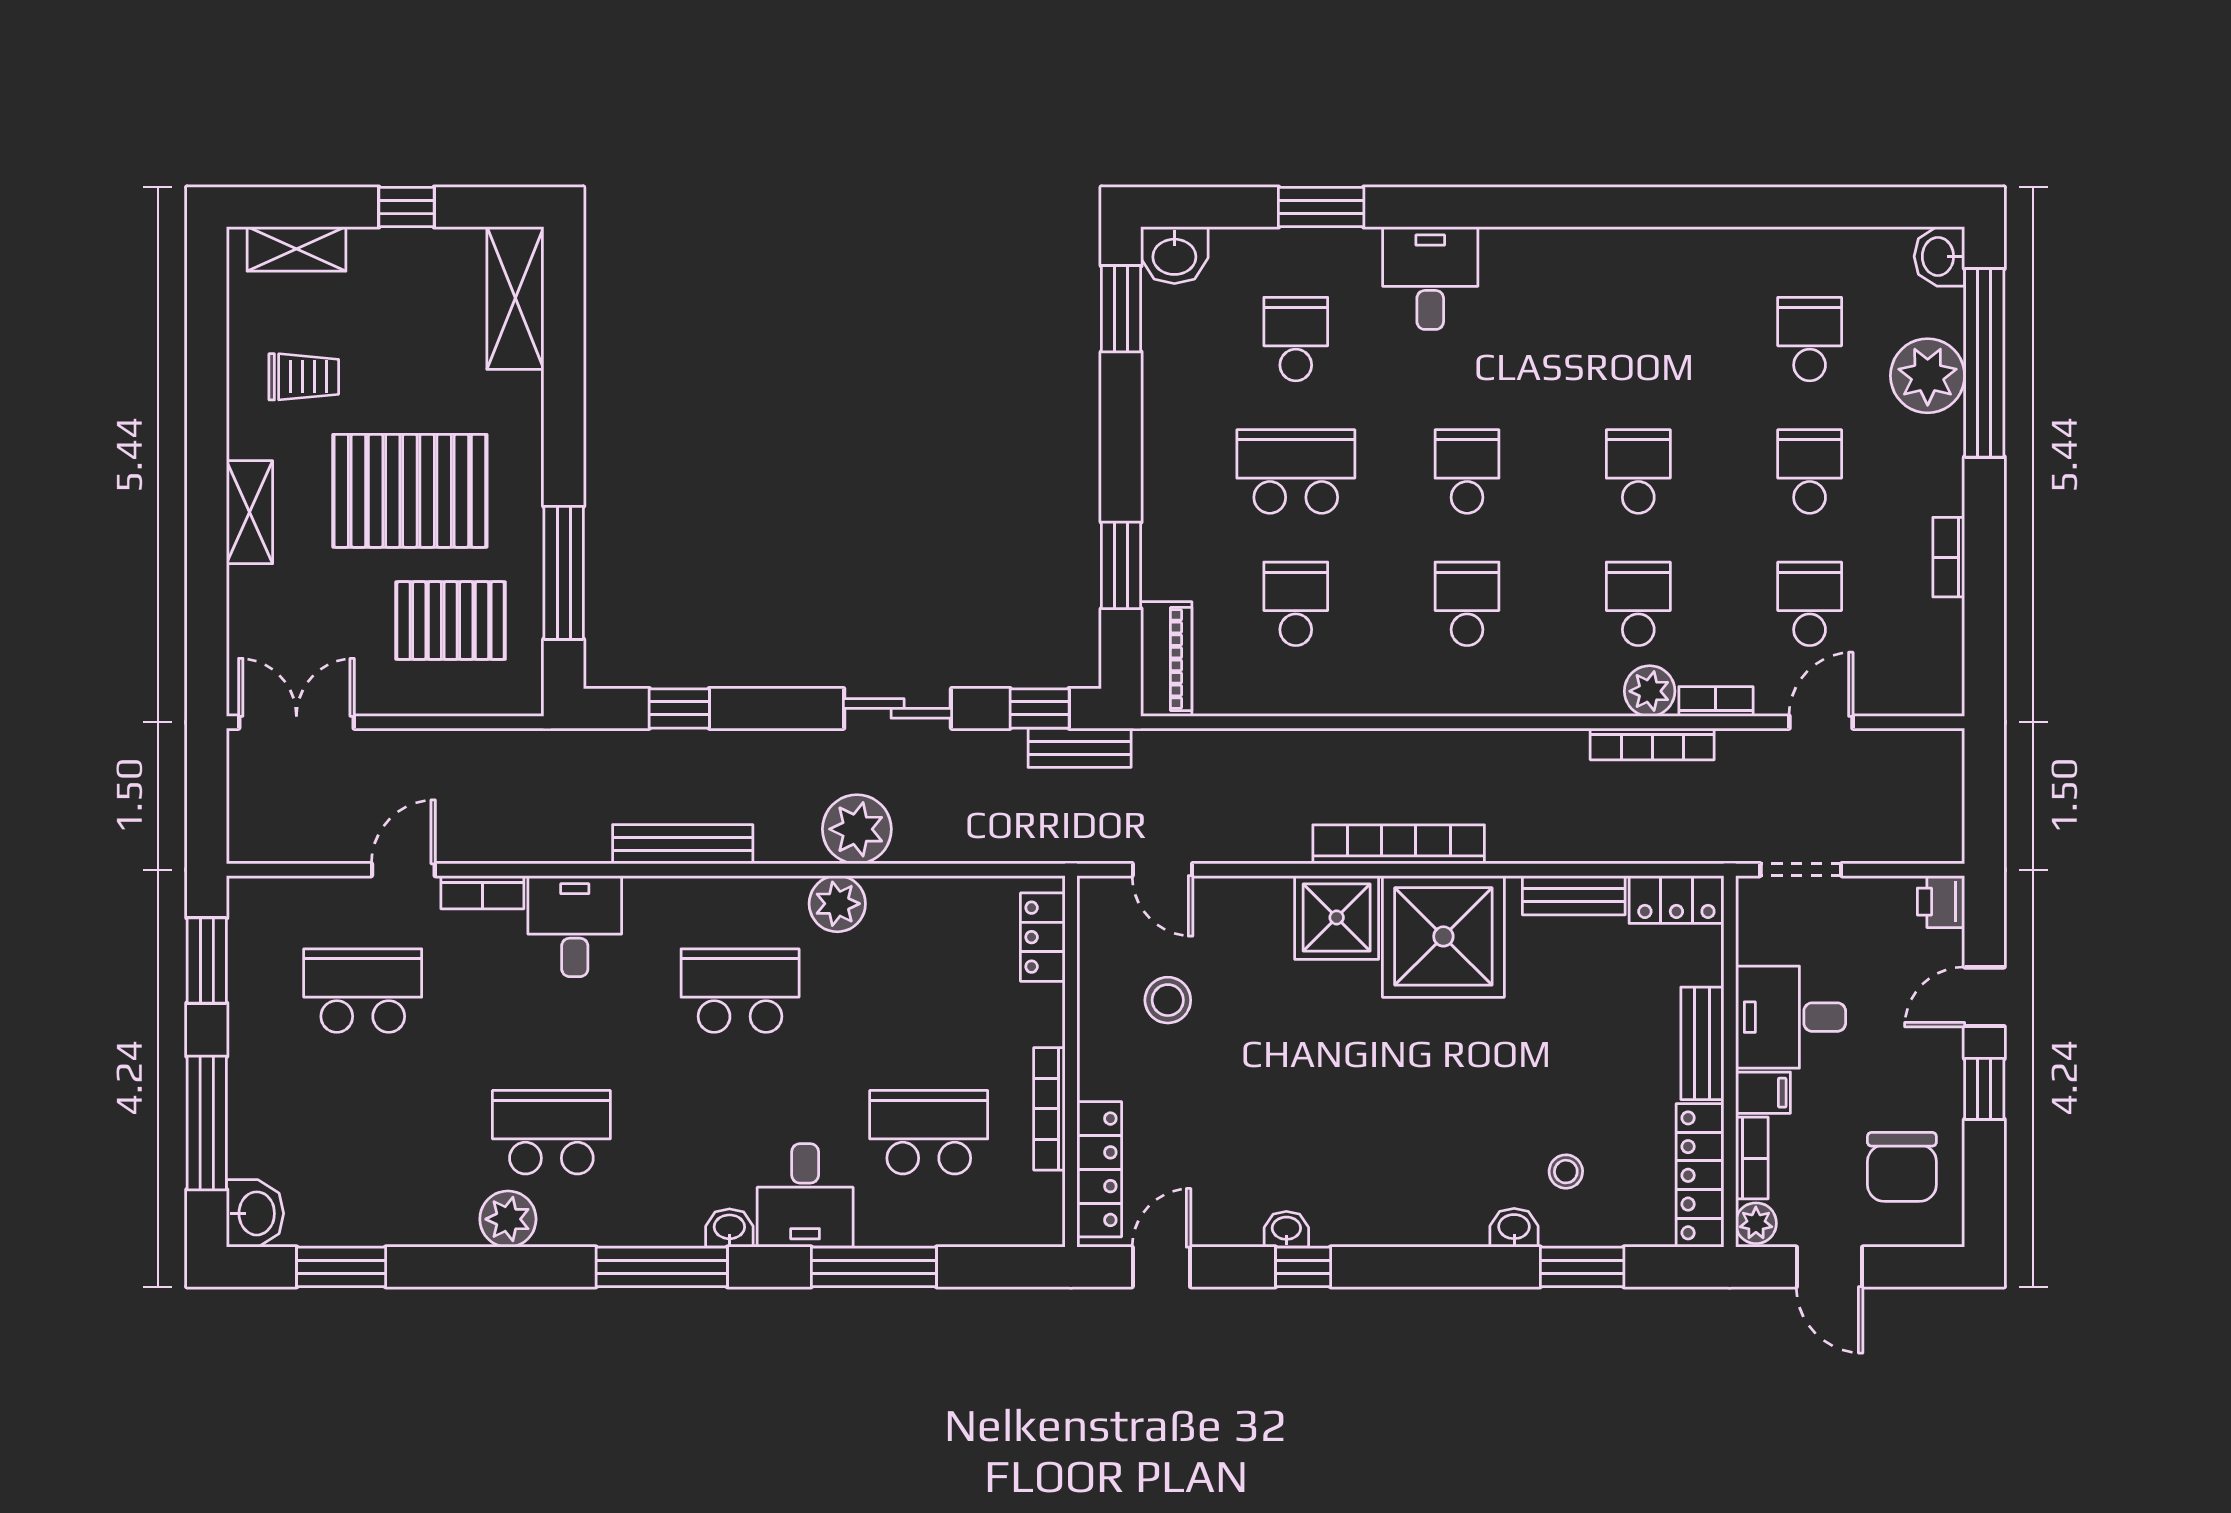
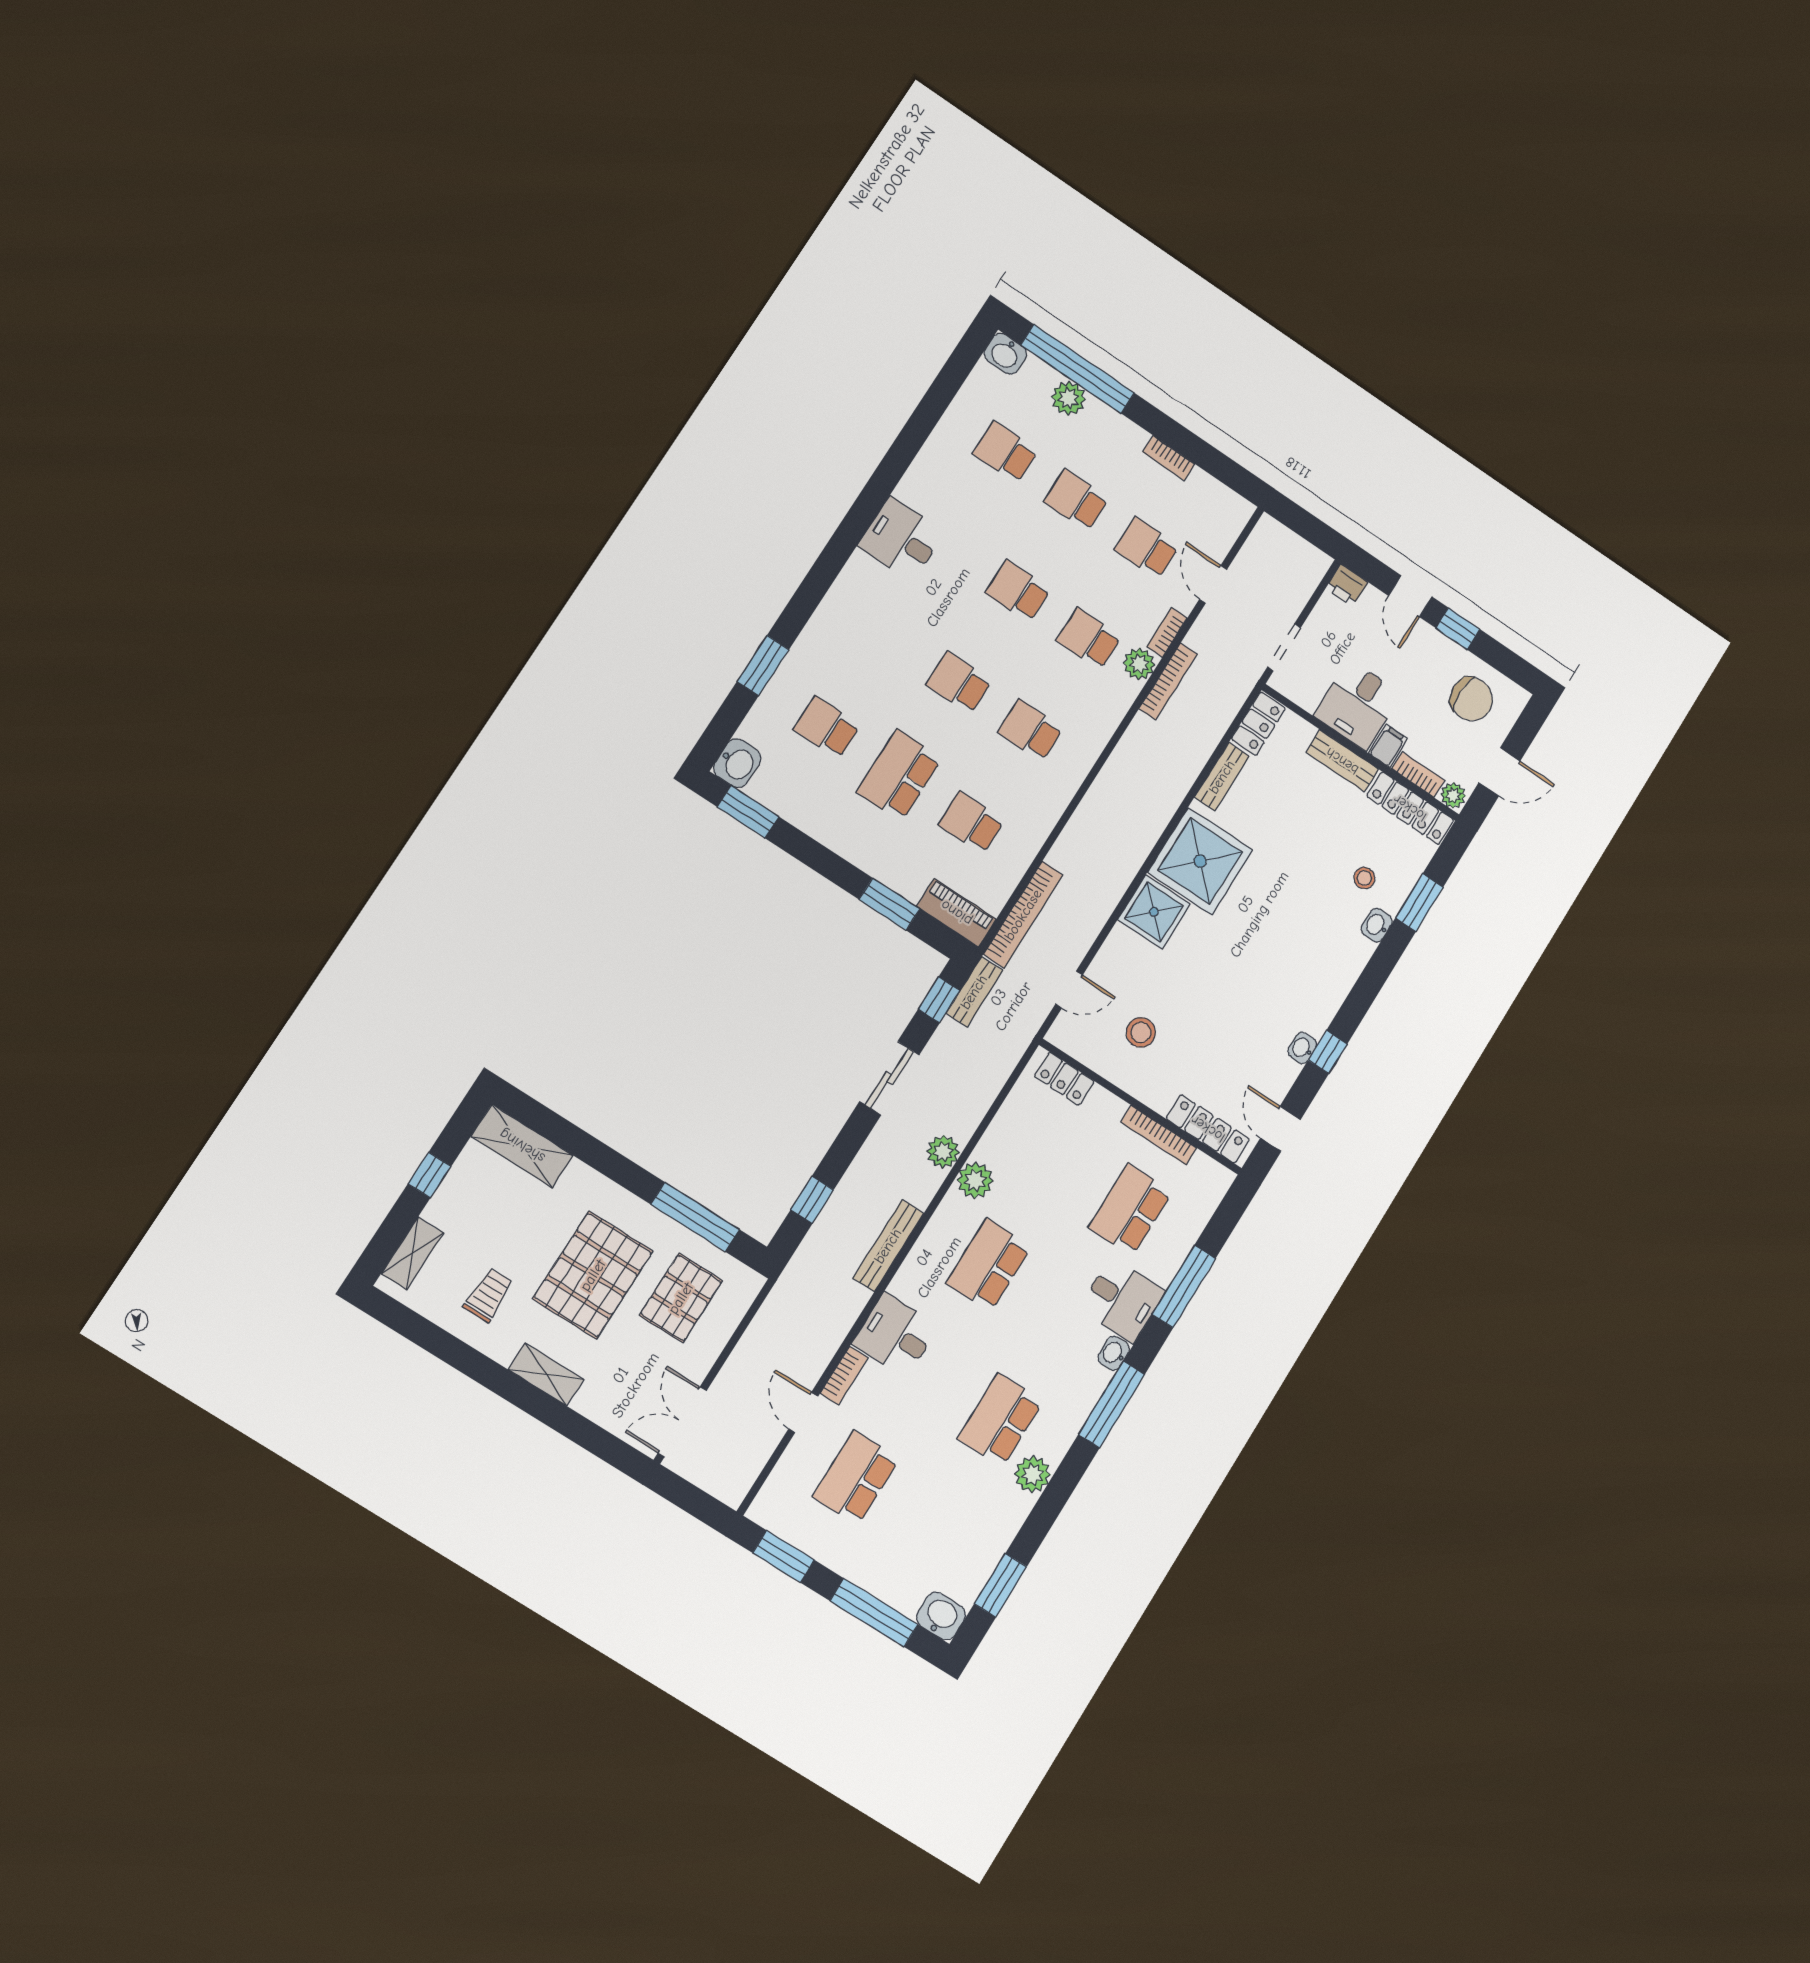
desk: (1430, 278) -> (901, 539), moved
plant: (1928, 376) -> (1069, 398), width x0.73, depth x0.73
plant: (857, 829) -> (943, 1152), width x0.73, depth x0.73
bookcase: (1399, 844) -> (1023, 915), moved, turned 180

